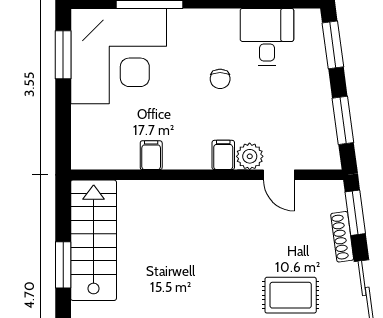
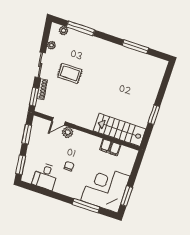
filing cabinet: (223, 155) -> (115, 149), moved
door: (279, 175) -> (59, 121), swing flipped
stairs: (94, 240) -> (120, 130), moved, turned 90

